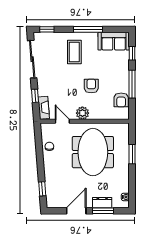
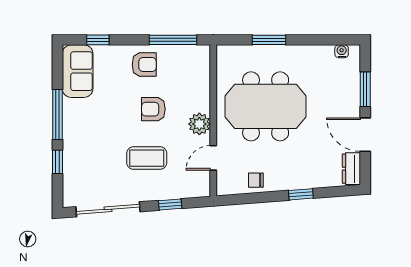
window: (47, 29) -> (57, 162), moved
coffee table: (74, 52) -> (147, 158), moved
window: (132, 84) -> (173, 40), moved
armchair: (121, 100) -> (144, 65), moved
fireplace: (44, 108) -> (190, 190), removed
window: (42, 189) -> (301, 194), moved
dresser: (102, 203) -> (351, 169), moved

